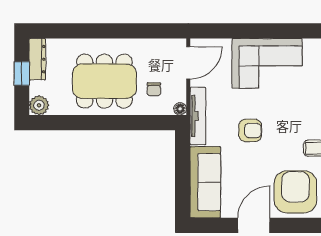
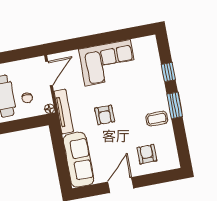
armchair: (250, 130) -> (105, 115), turned 90
armchair: (295, 192) -> (147, 154), width x0.53, depth x0.53

